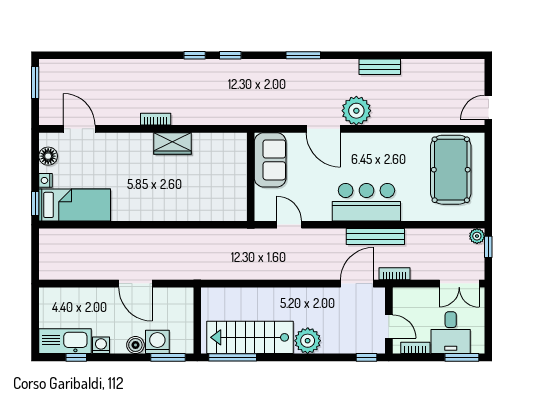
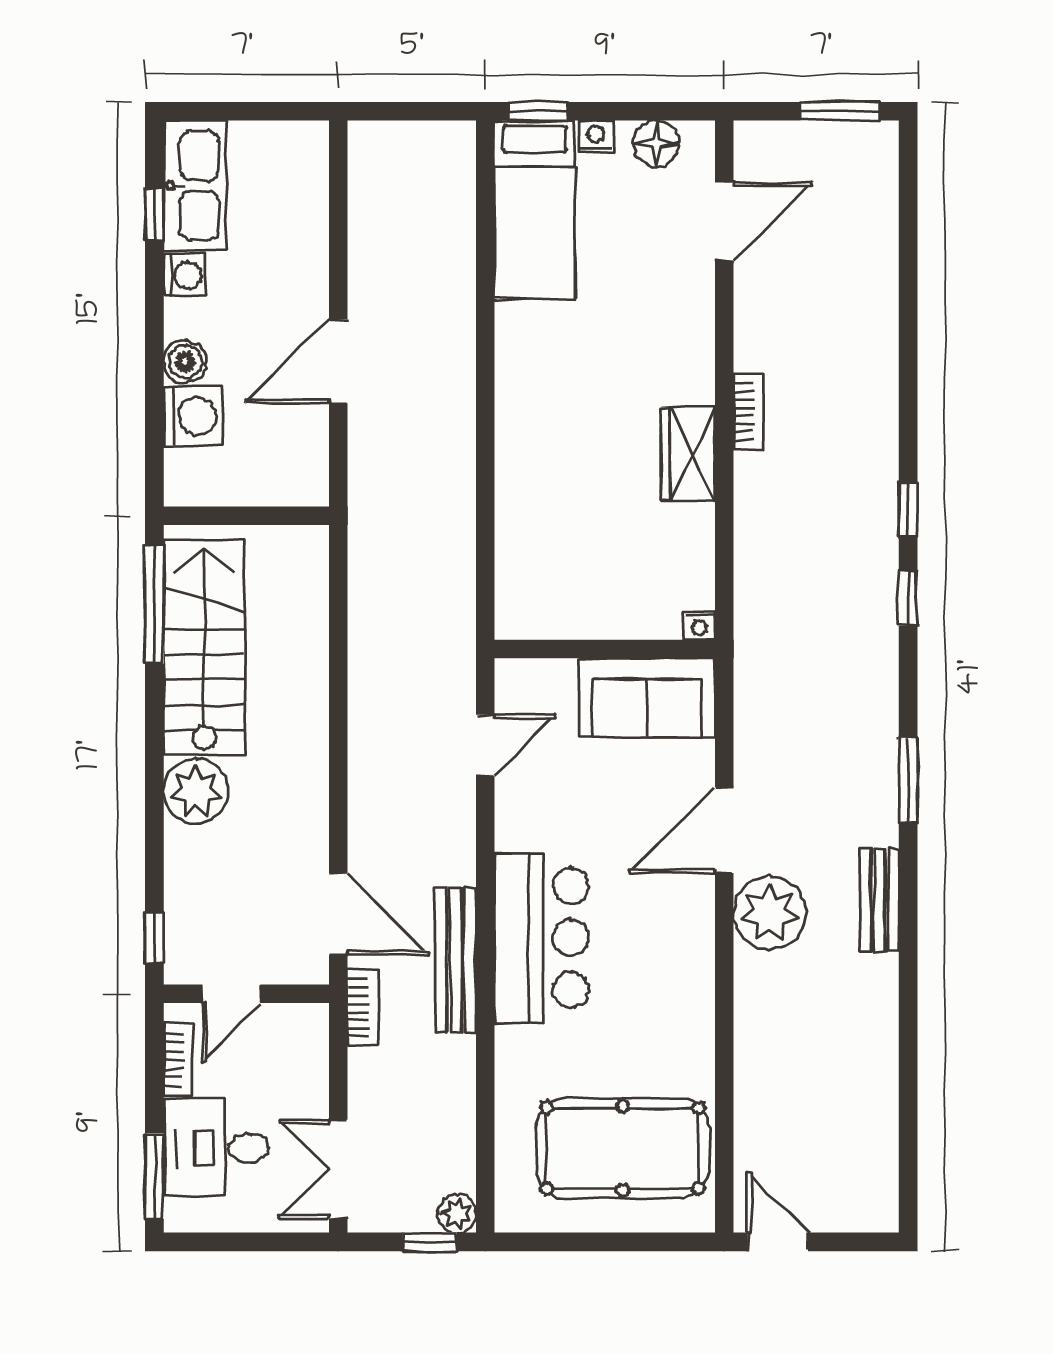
bench: (380, 67) -> (879, 900), moved
nightstand: (241, 139) -> (700, 625), added
window: (168, 357) -> (154, 443), removed

